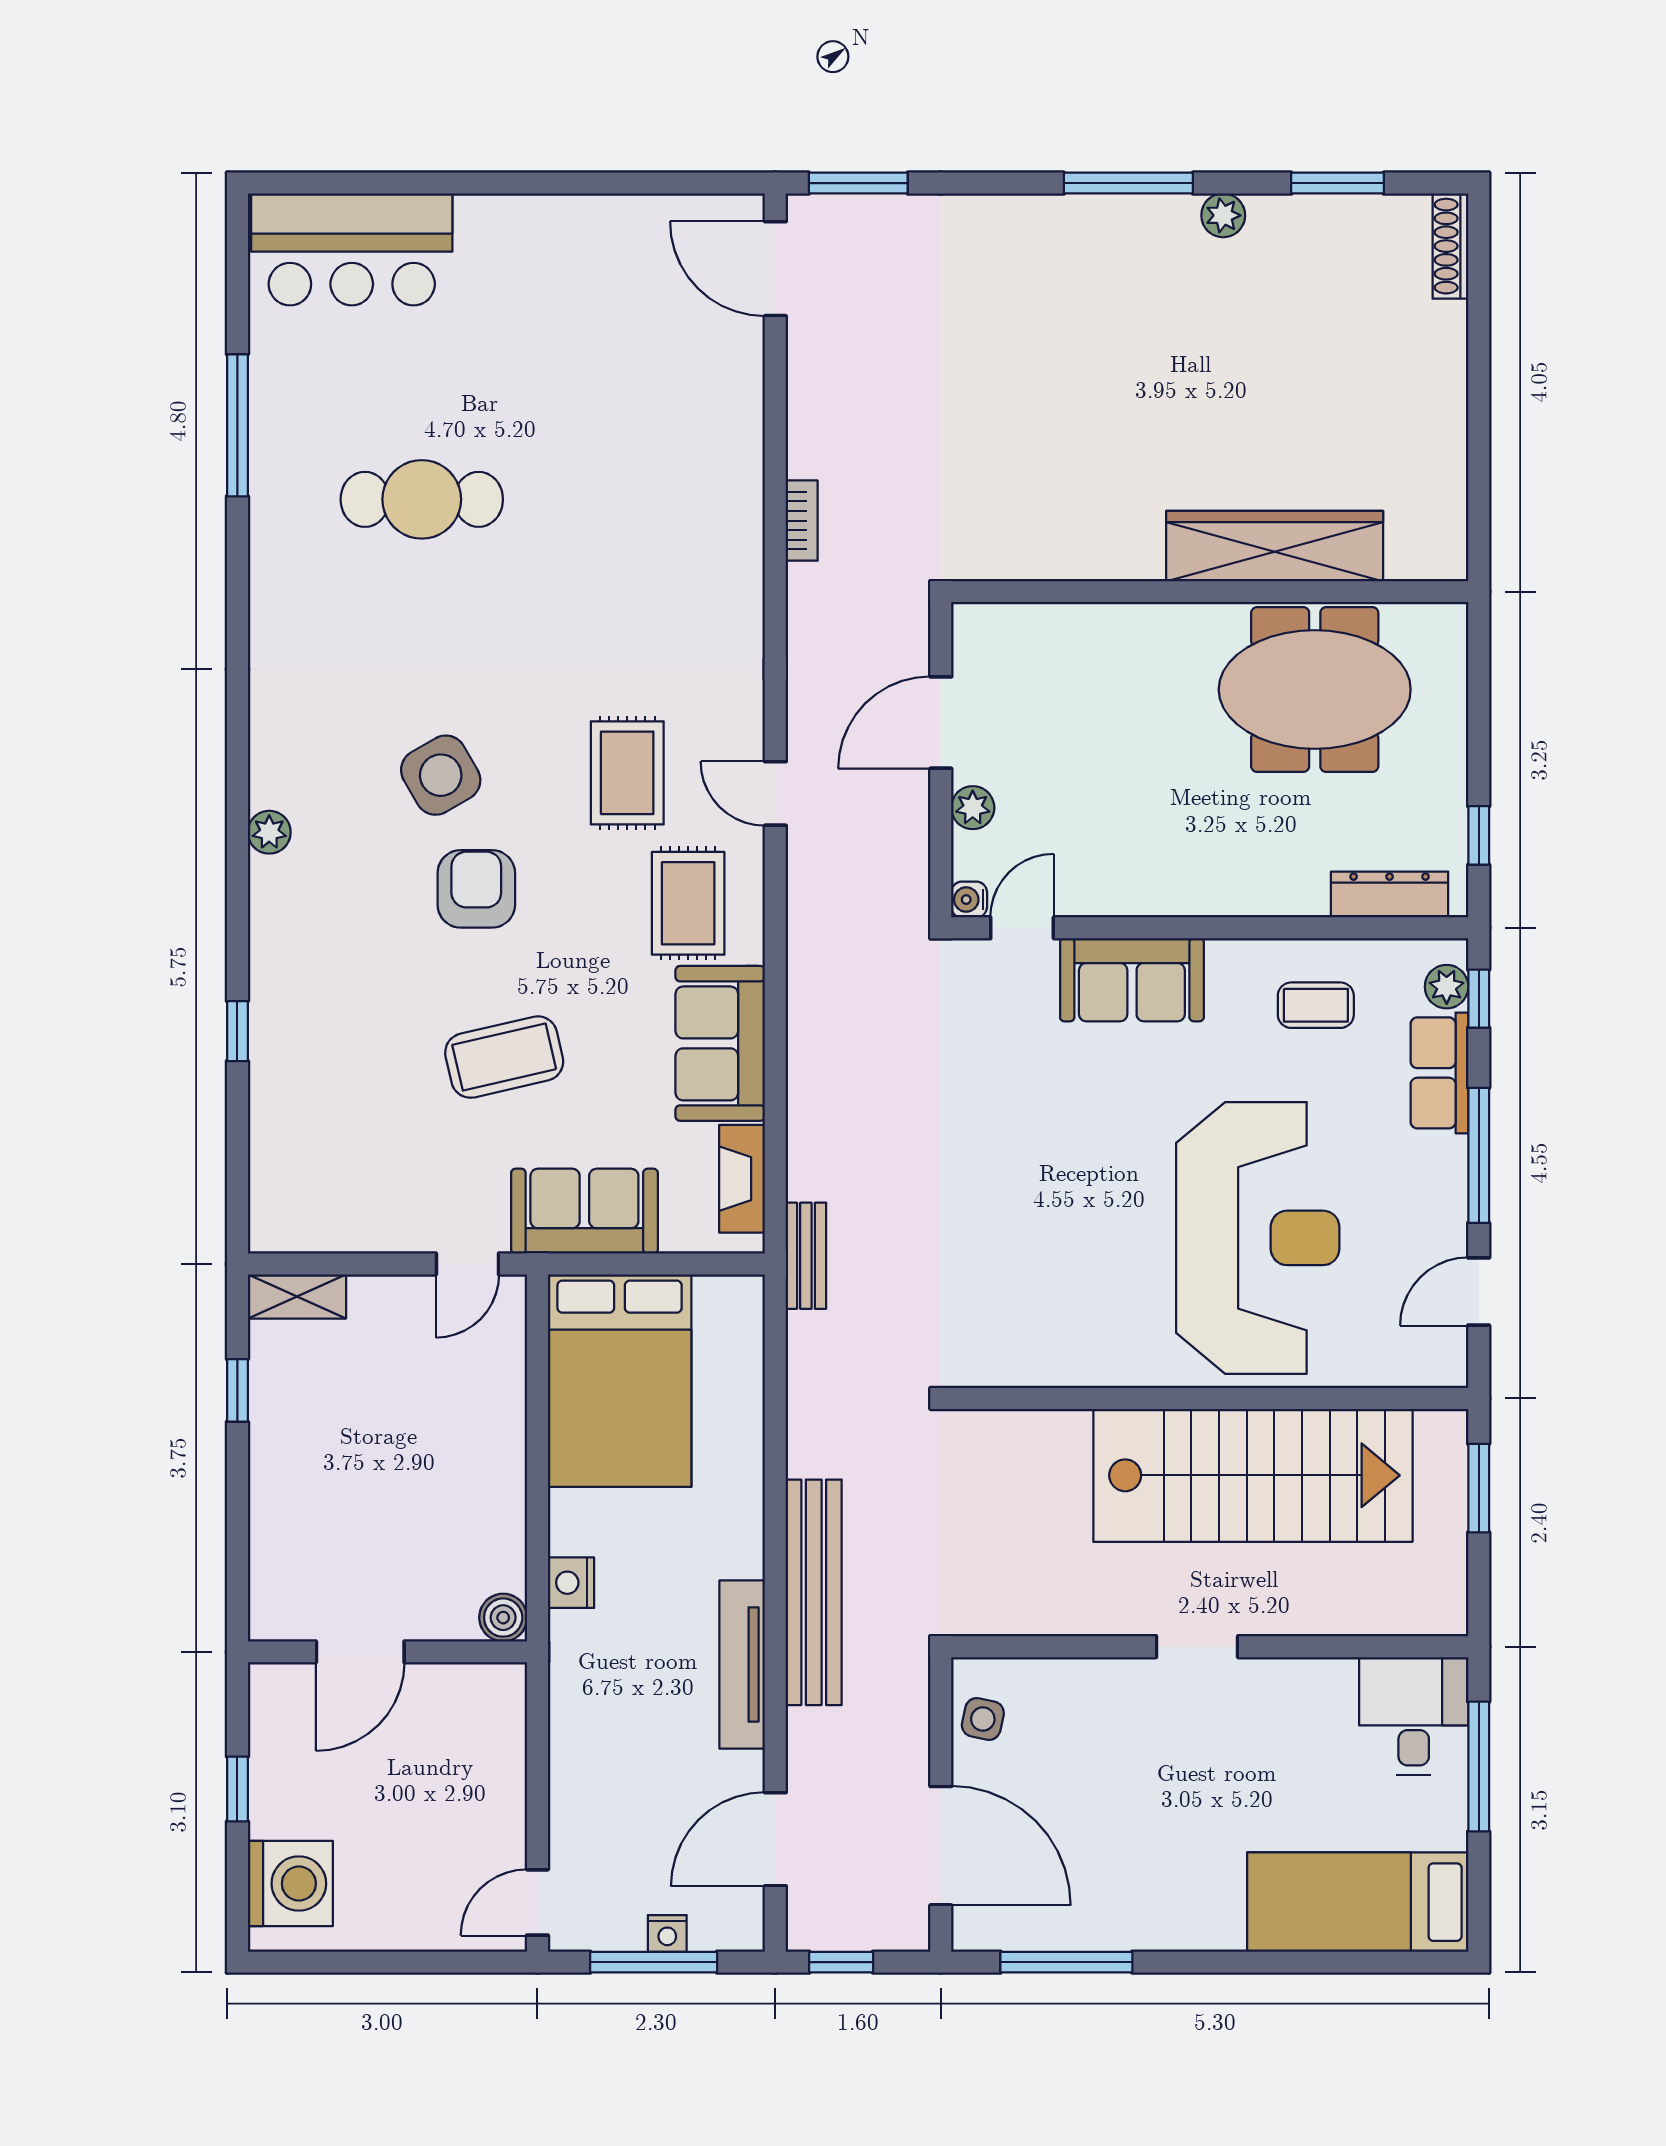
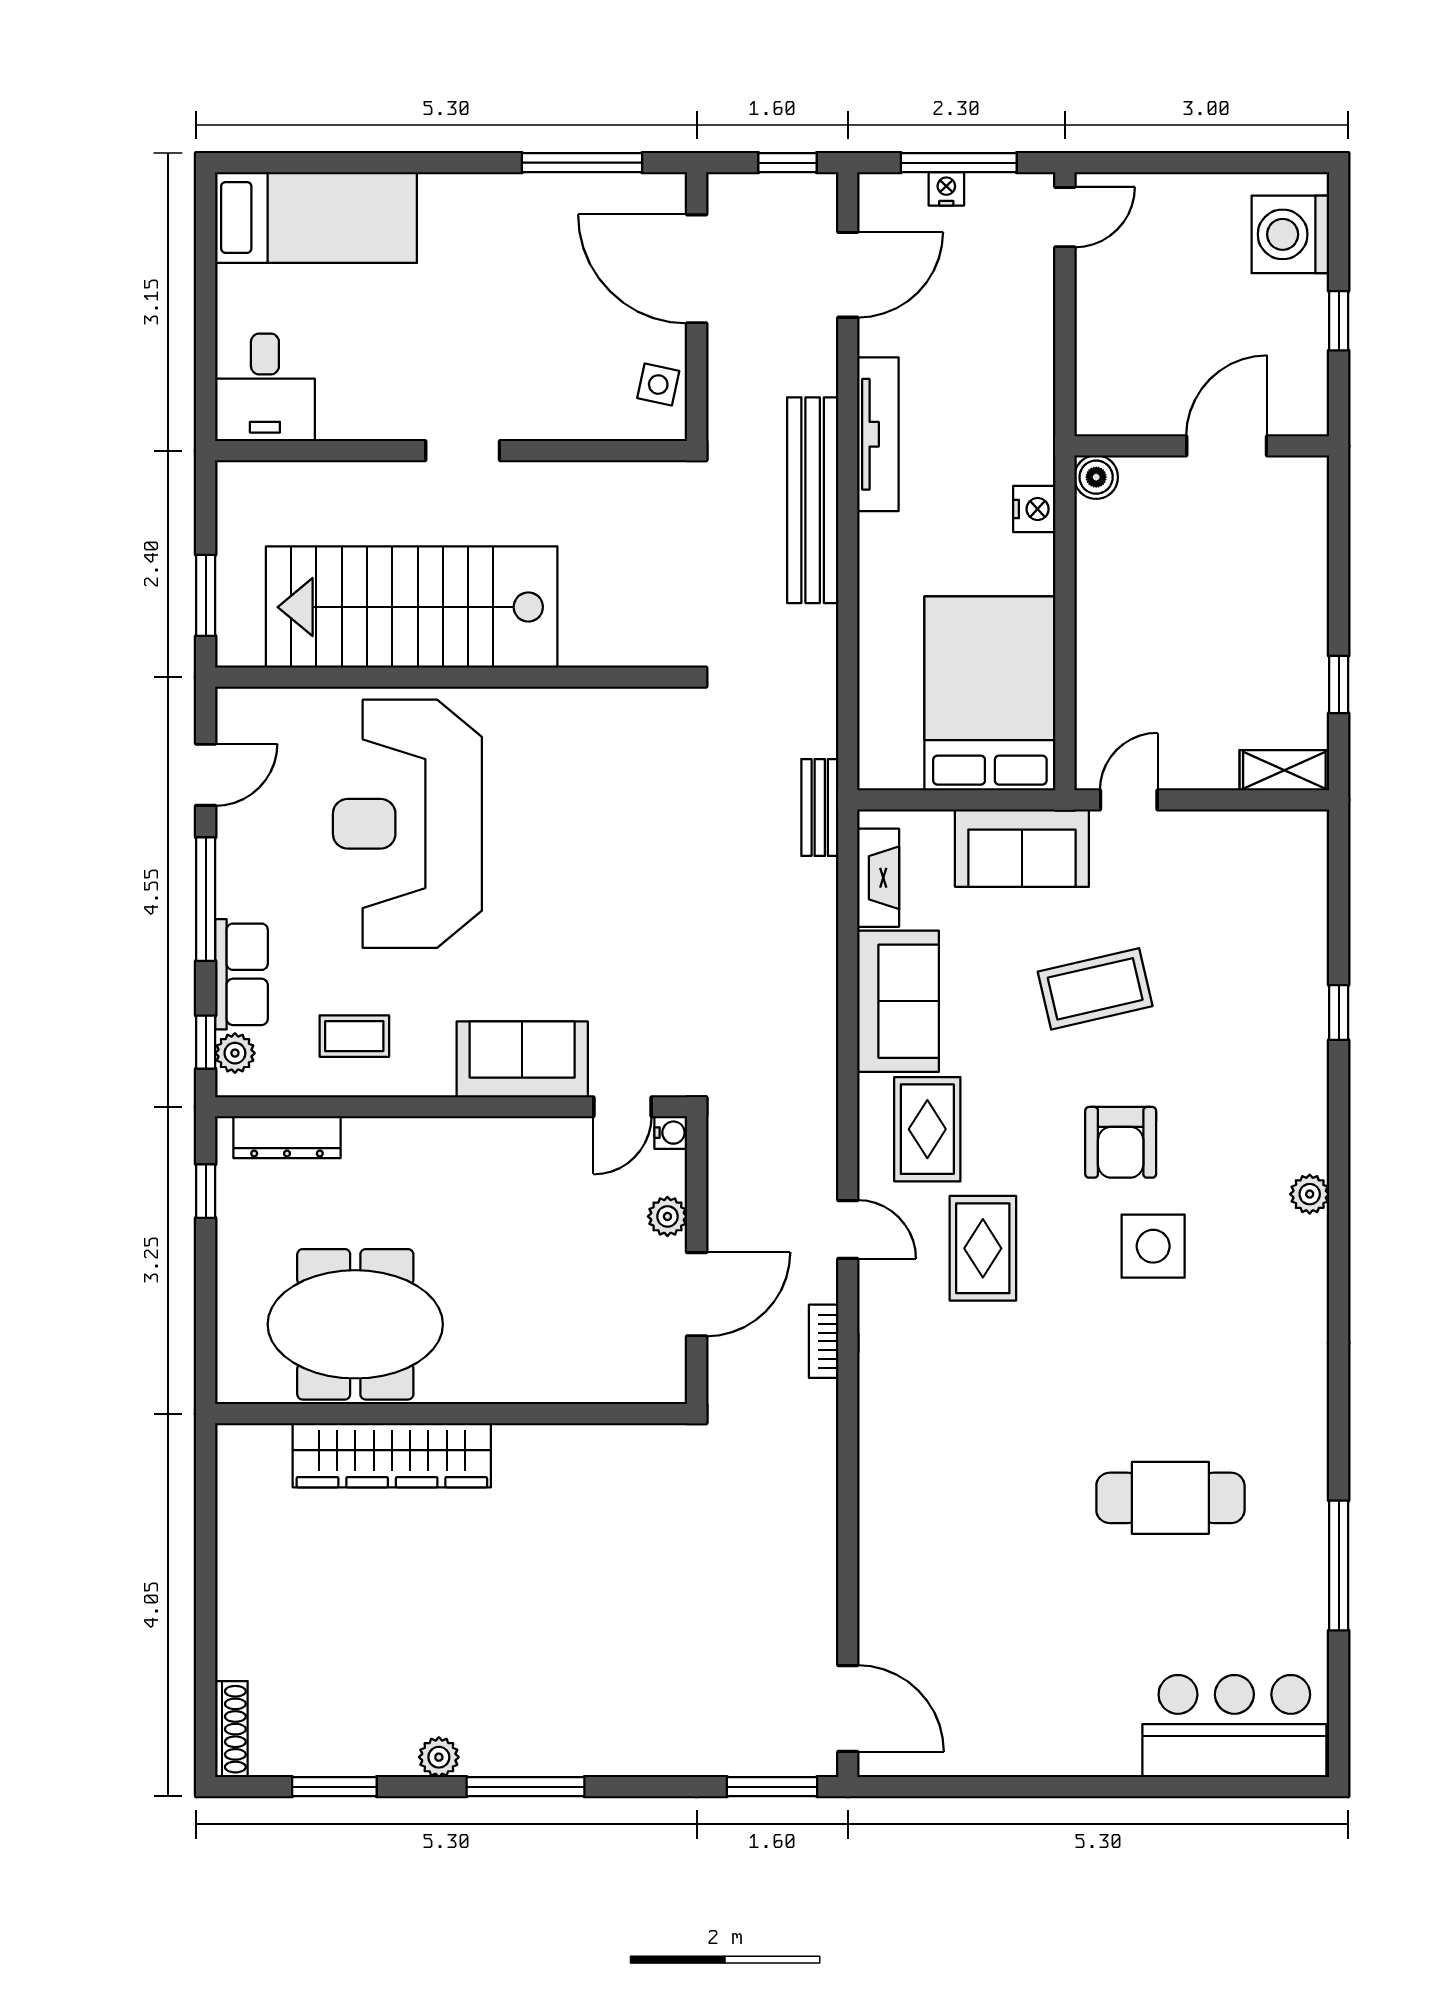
bookcase: (802, 521) -> (824, 1341), moved
side table: (441, 775) -> (1153, 1246), turned 30
window: (1479, 1767) -> (206, 341), removed

